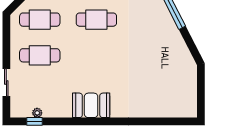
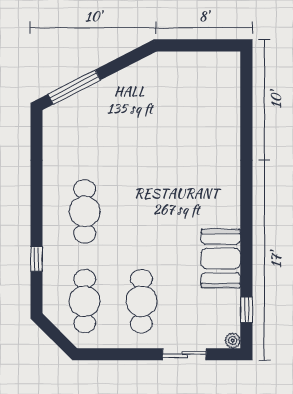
booth: (91, 105) -> (221, 259), moved
plant: (37, 113) -> (233, 341), moved

